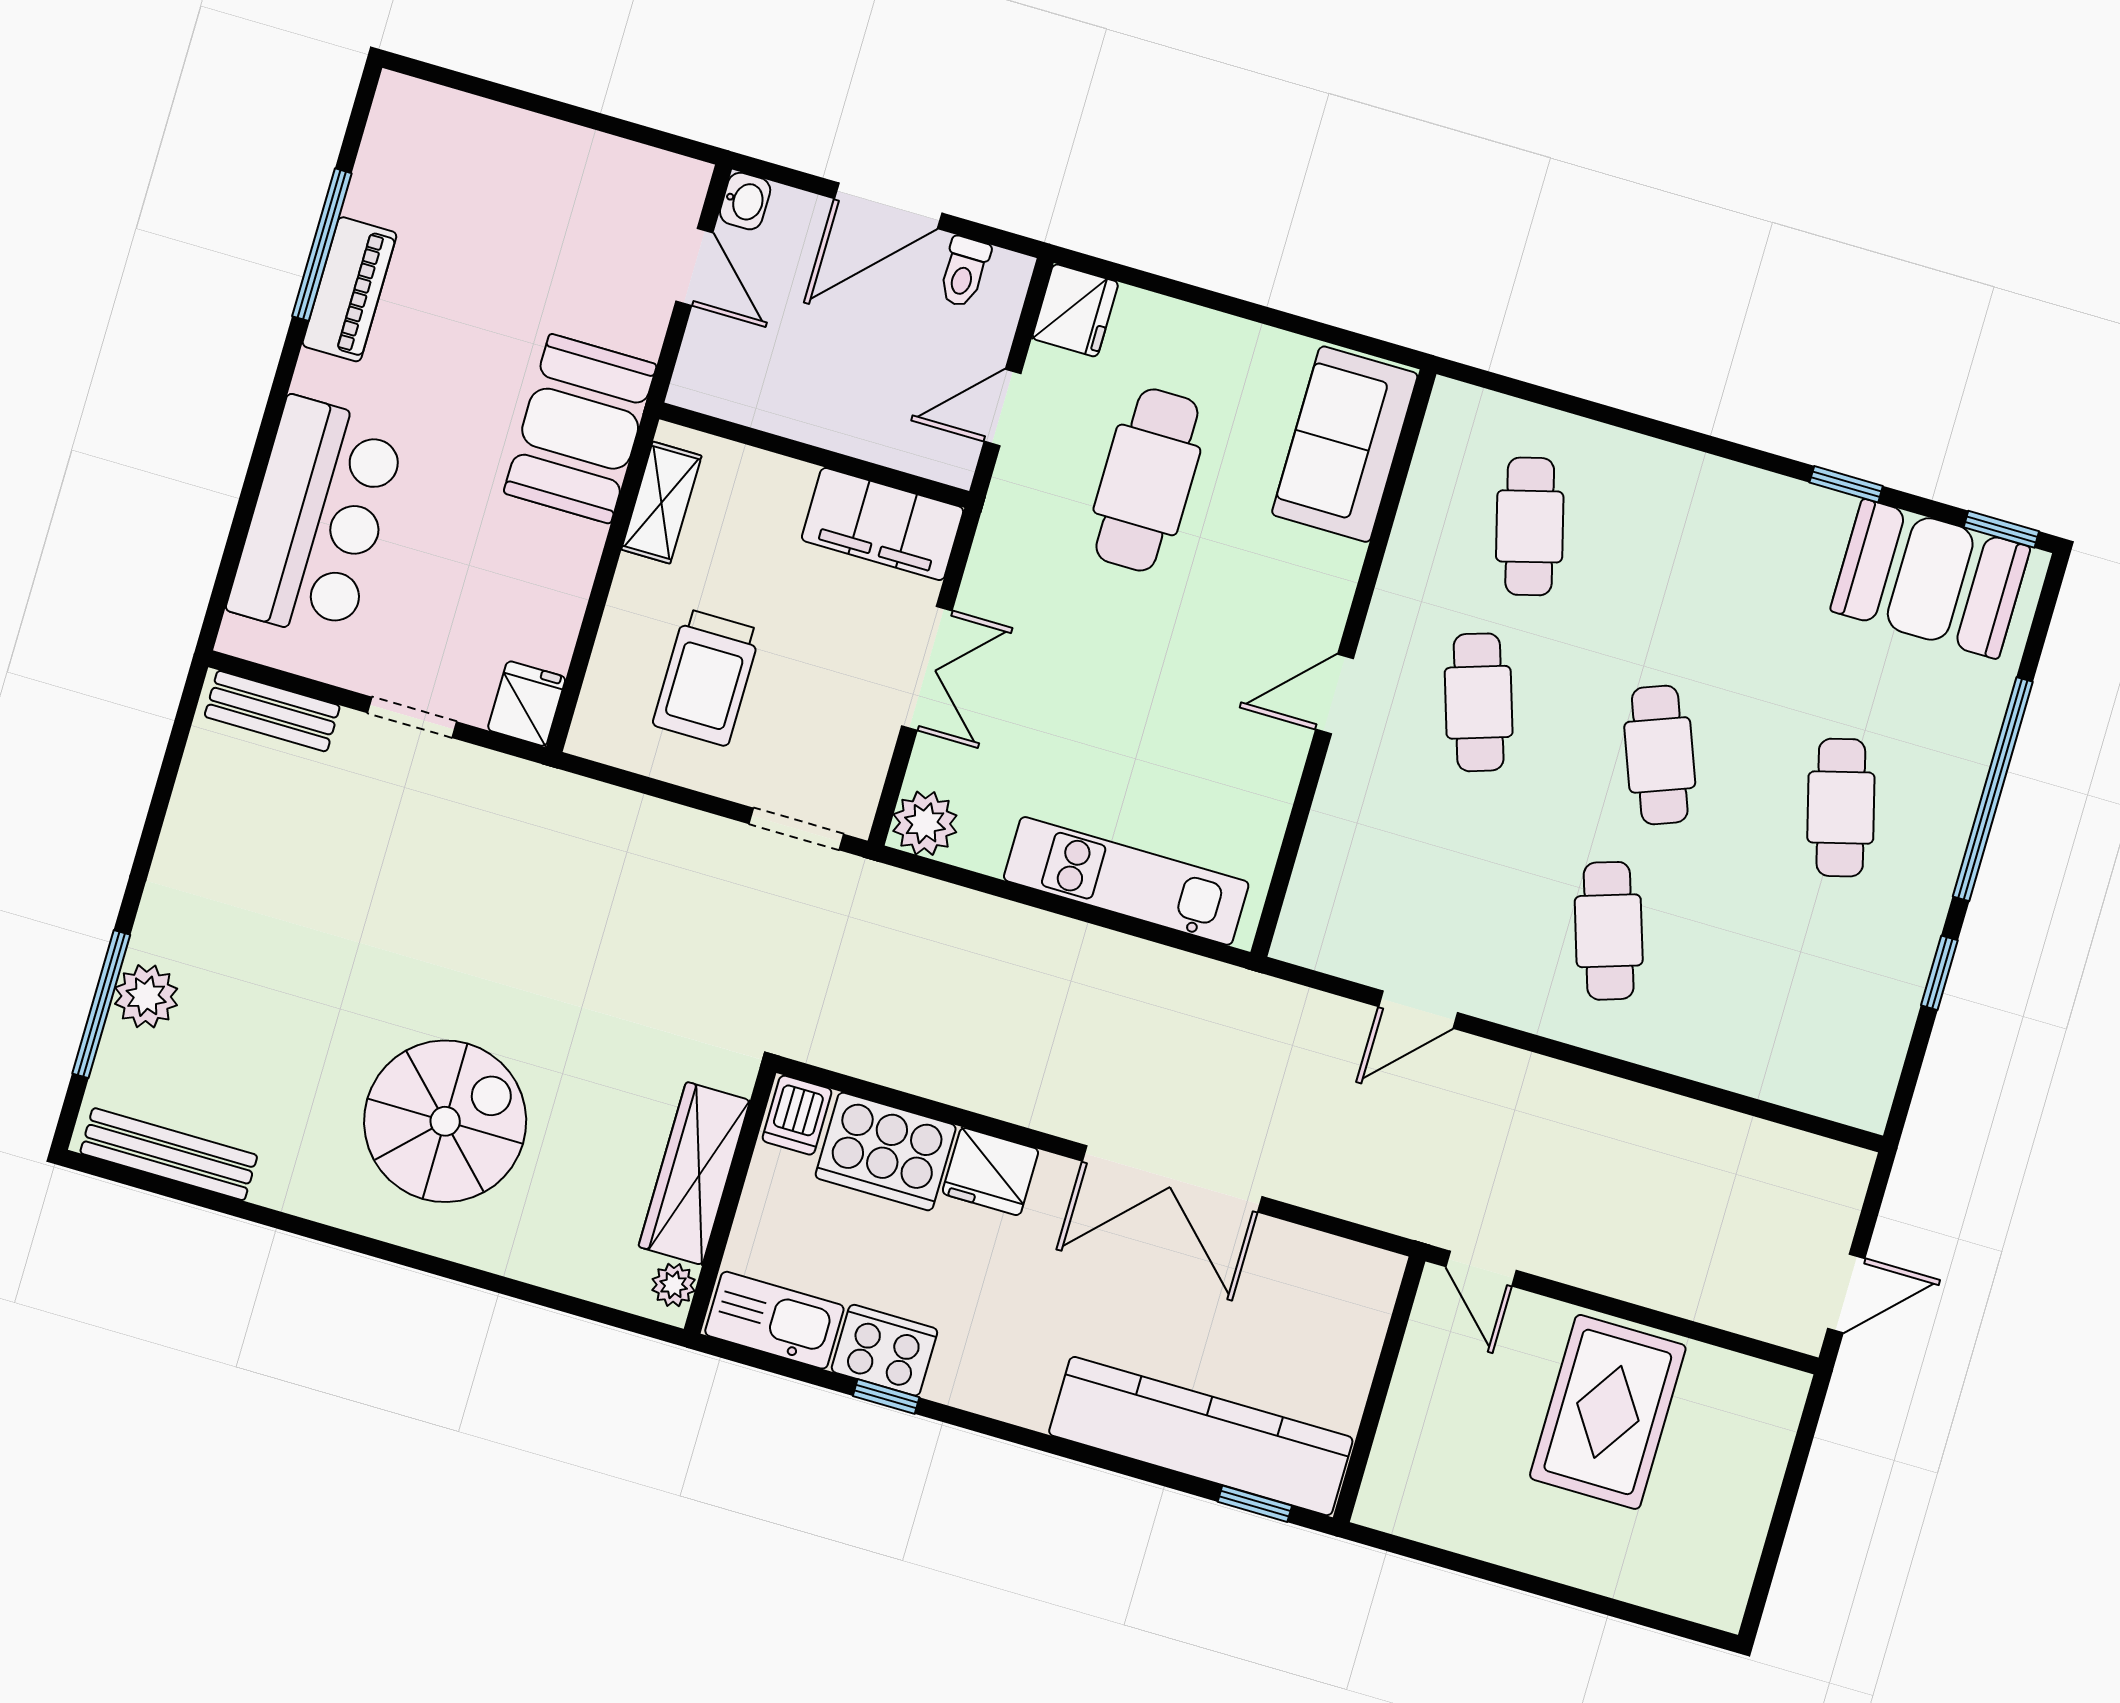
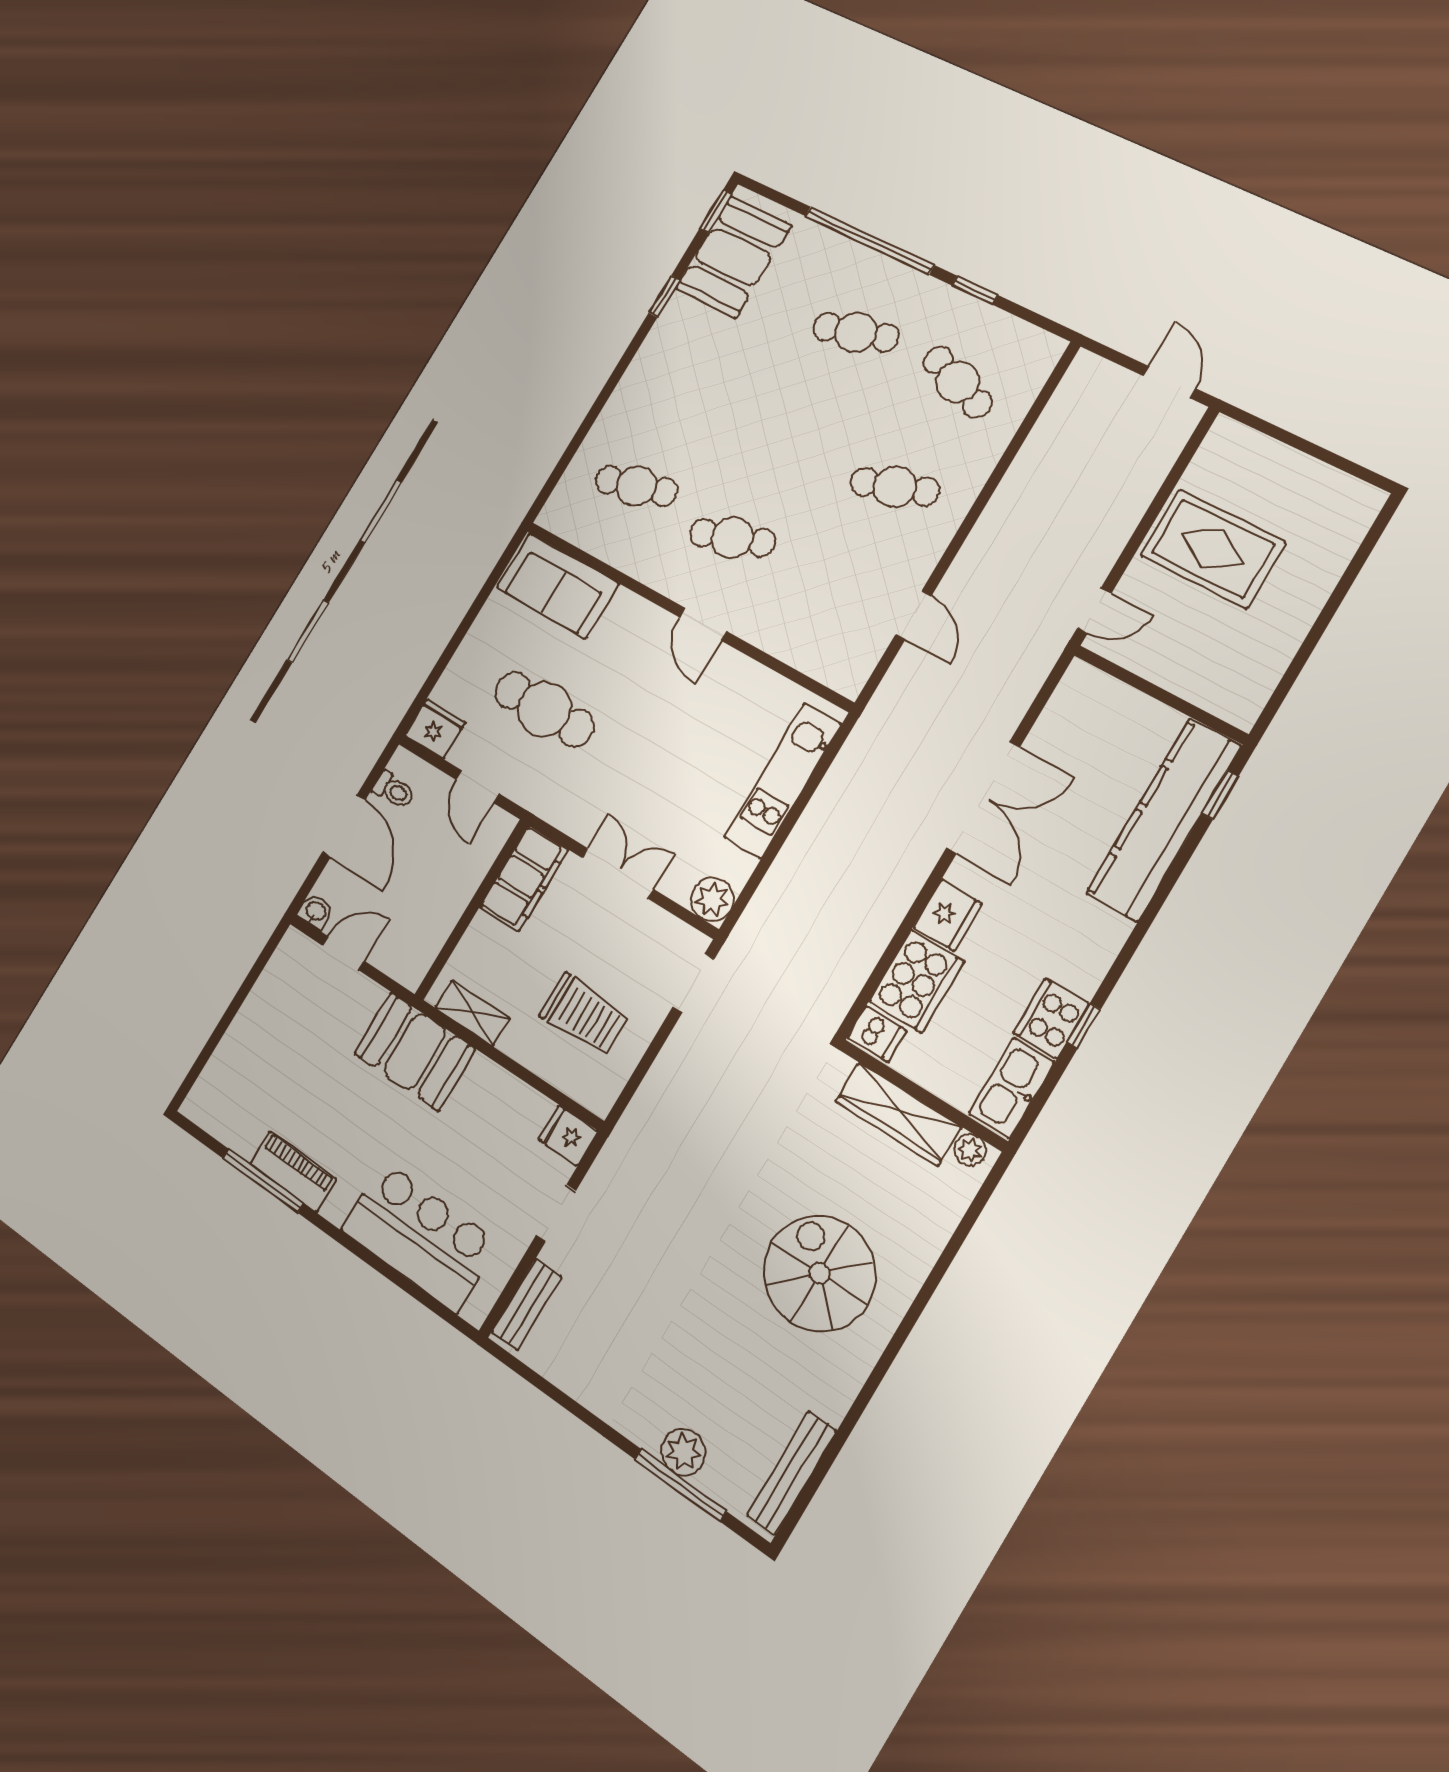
cafe table: (1660, 755) -> (958, 382), moved, turned 42

